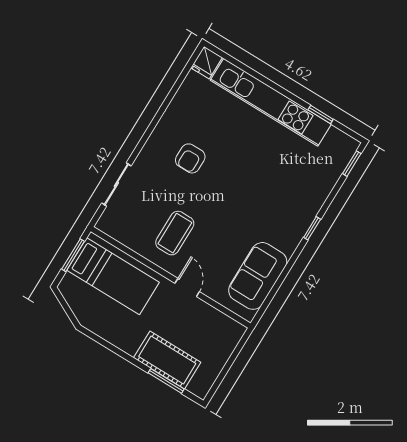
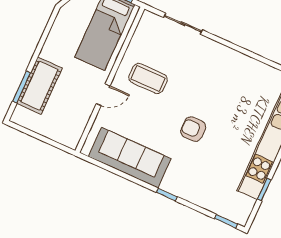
armchair: (190, 158) -> (193, 129), moved
sofa: (258, 276) -> (130, 158), width x1.36

